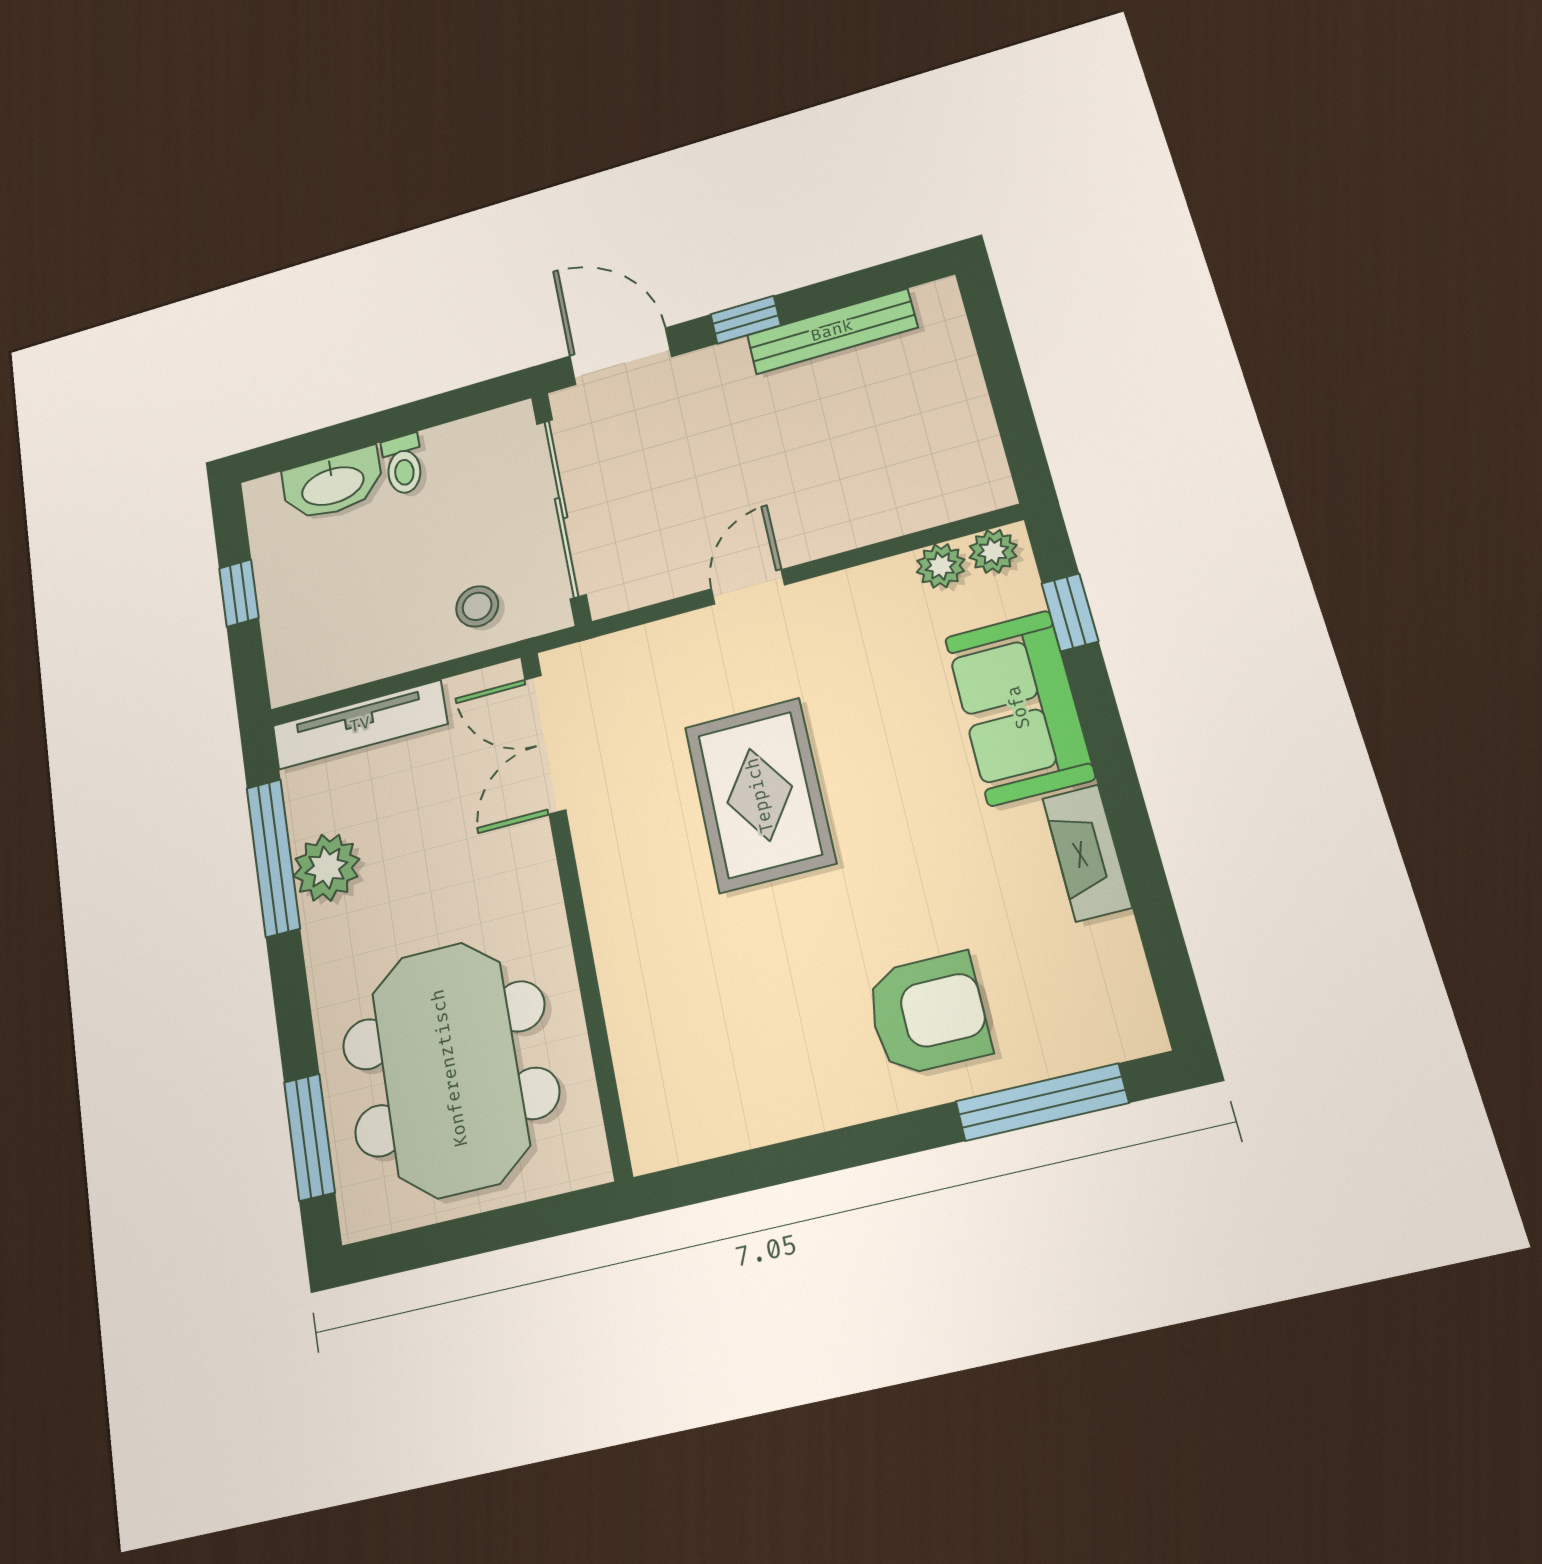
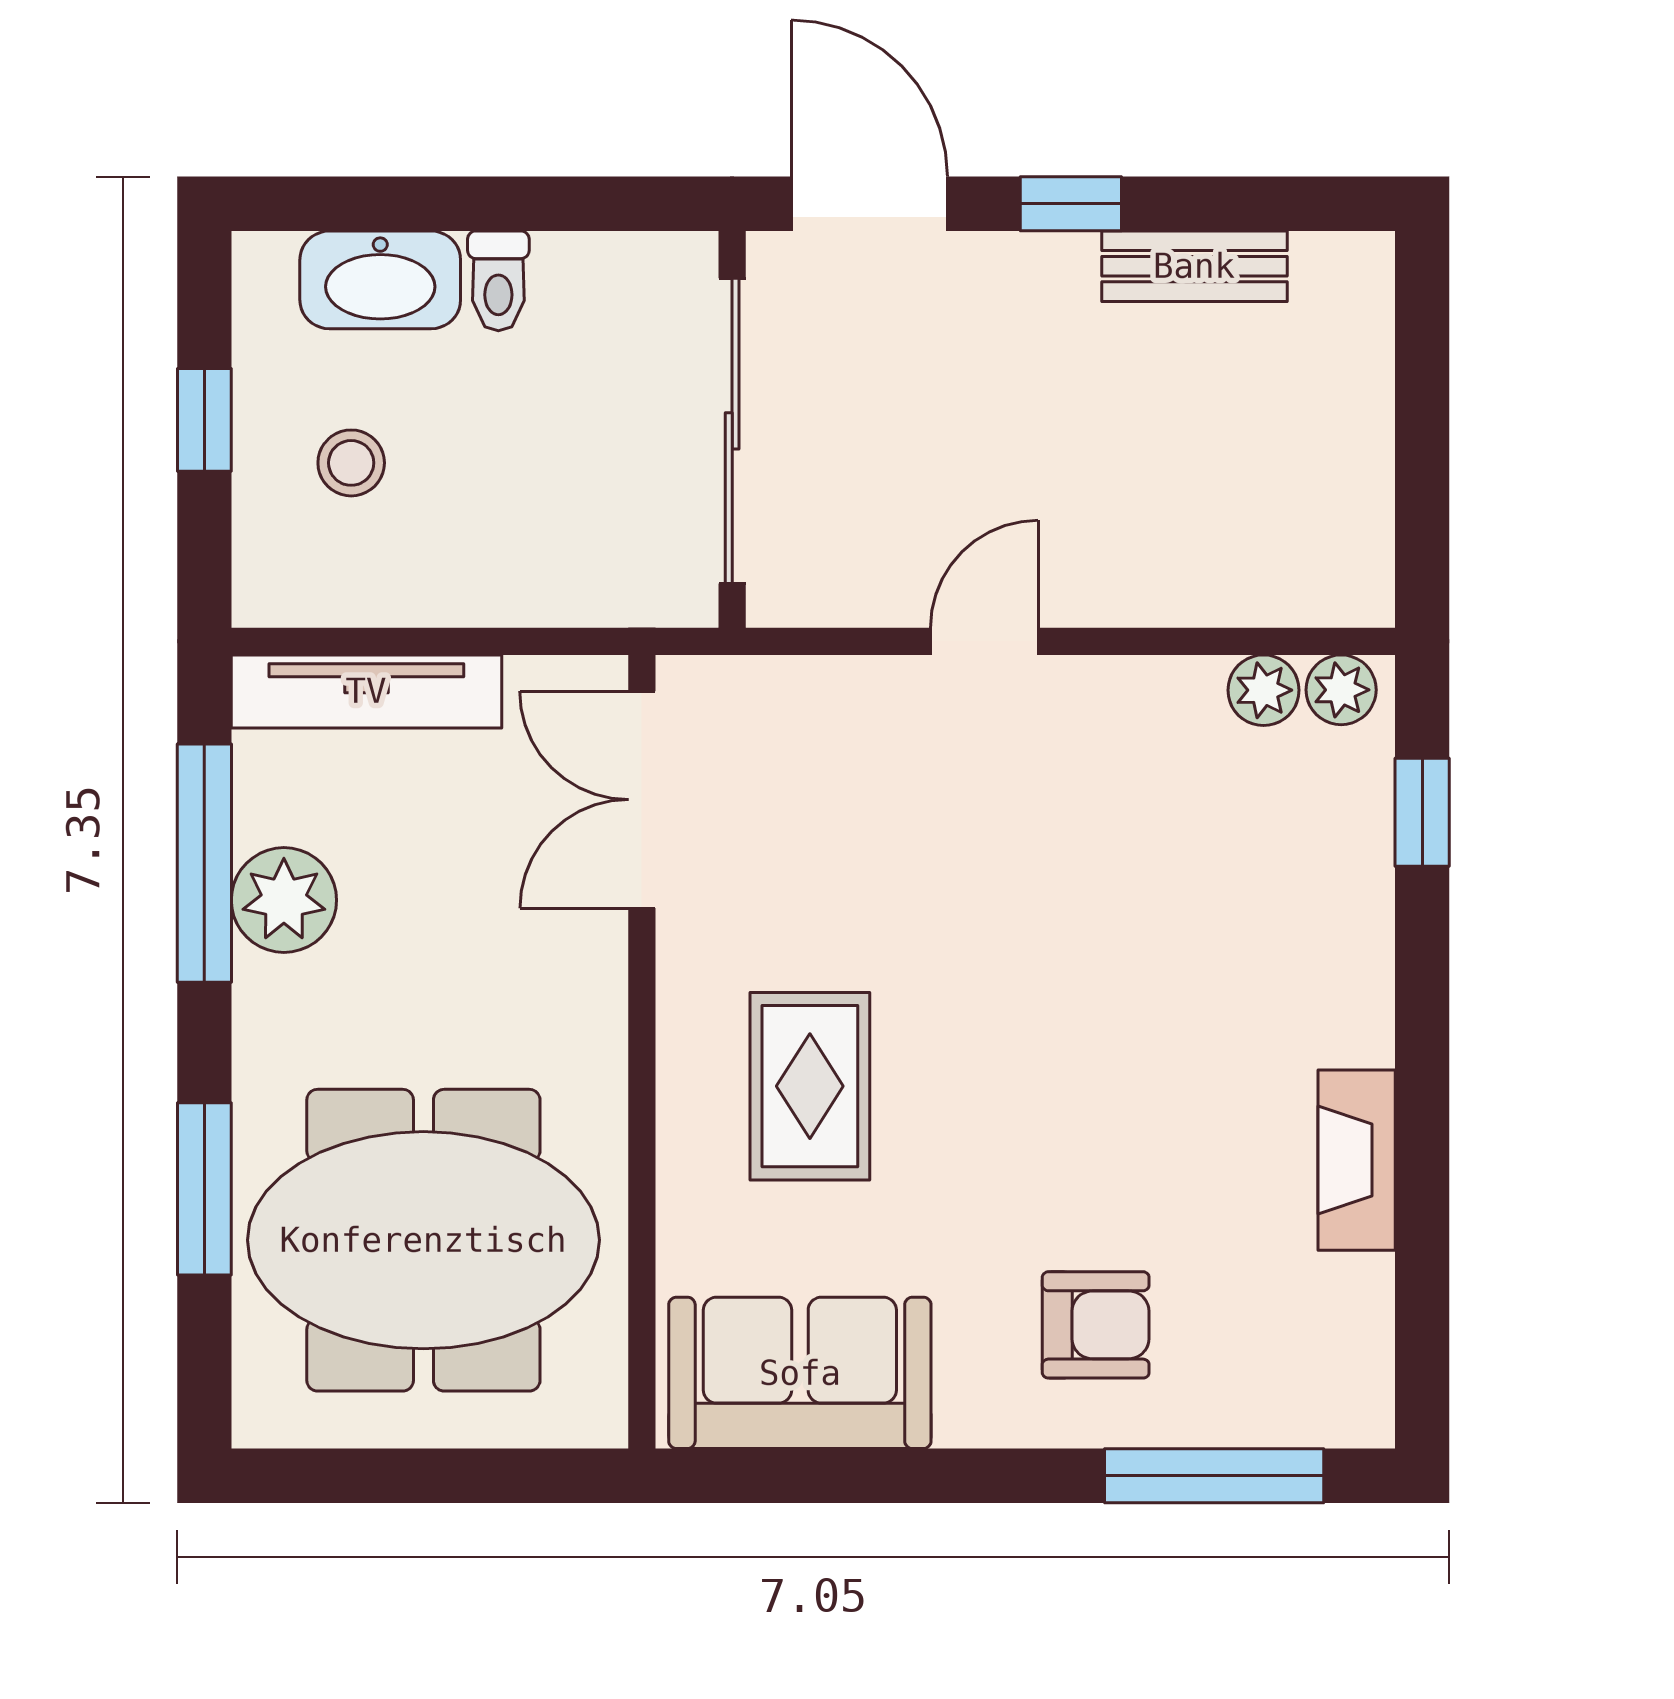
bench: (832, 331) -> (1194, 266), width x0.73
stool: (477, 606) -> (351, 463), moved
sofa: (1019, 707) -> (800, 1373), moved, turned 90
rug: (760, 795) -> (810, 1086), moved, width x0.73, depth x0.70
armchair: (928, 1014) -> (1096, 1325), width x0.72, depth x0.72
meeting table: (450, 1068) -> (423, 1240), turned 90
window: (309, 1137) -> (204, 1189), moved

